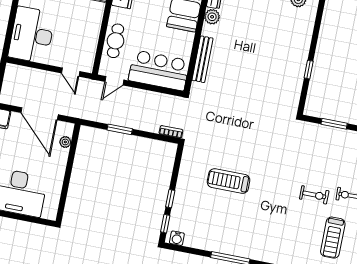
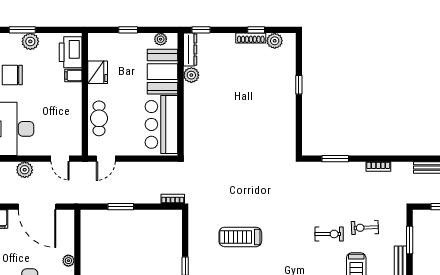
bench: (203, 59) -> (190, 120), removed
bar counter: (159, 70) -> (161, 124), moved, turned -90
window: (309, 70) -> (299, 85), moved
plant: (35, 76) -> (25, 170), added
plant: (65, 142) -> (68, 261), moved

